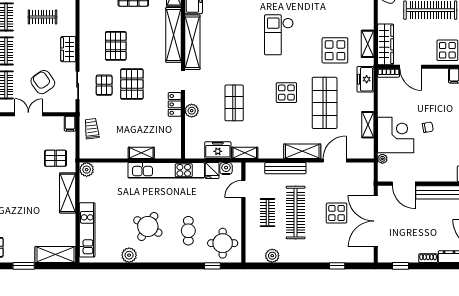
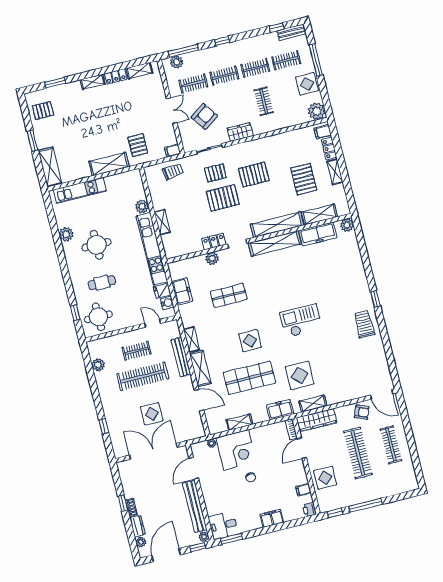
shelving: (245, 153) -> (191, 339), moved
plant: (87, 170) -> (142, 207), moved
round table: (148, 226) -> (97, 245), turned -31
window: (401, 266) -> (123, 503), moved

